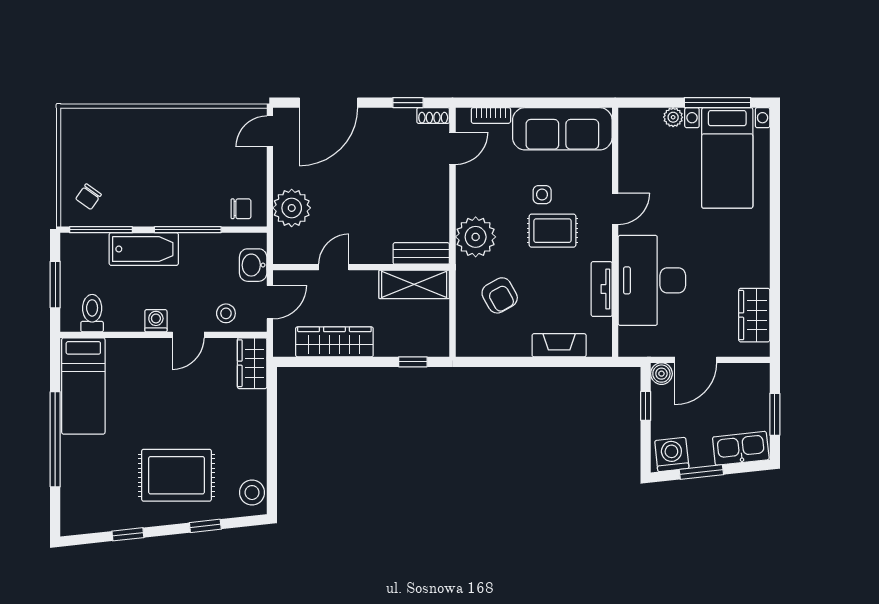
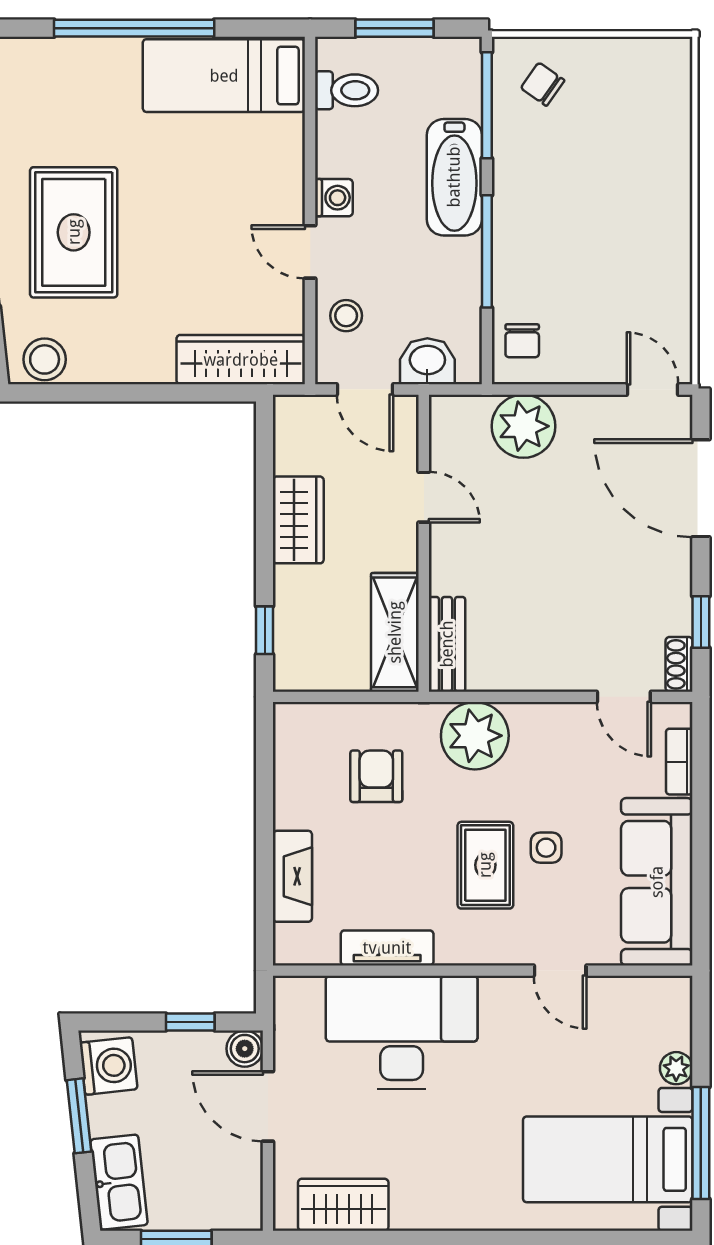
door: (615, 209) -> (560, 971), moved
armchair: (500, 295) -> (376, 776), turned 119
wardrobe: (334, 342) -> (298, 520), width x0.67
wardrobe: (252, 363) -> (241, 360), width x1.50

